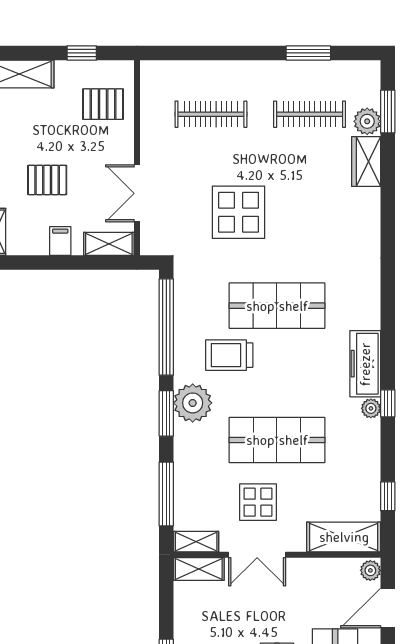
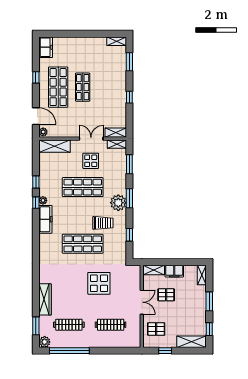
window: (308, 53) -> (69, 351), width x2.11
plant: (367, 121) -> (45, 342), moved
wardrobe: (366, 162) -> (45, 299), width x1.50
pallet: (47, 180) -> (166, 295), moved
double door: (137, 193) -> (142, 302), moved
filing cabinet: (60, 241) -> (174, 271), width x2.00
window: (166, 327) -> (129, 235), width x0.32
window: (166, 494) -> (129, 164), width x0.69
window: (388, 496) -> (36, 182), moved
door: (388, 608) -> (36, 116), hinge flipped

